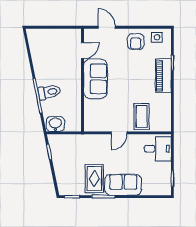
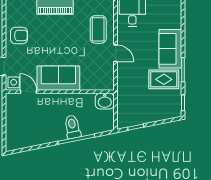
side table: (157, 37) -> (14, 82), moved
coffee table: (142, 116) -> (98, 29), turned 90
washbasin: (55, 124) -> (105, 101), moved, turned -90

